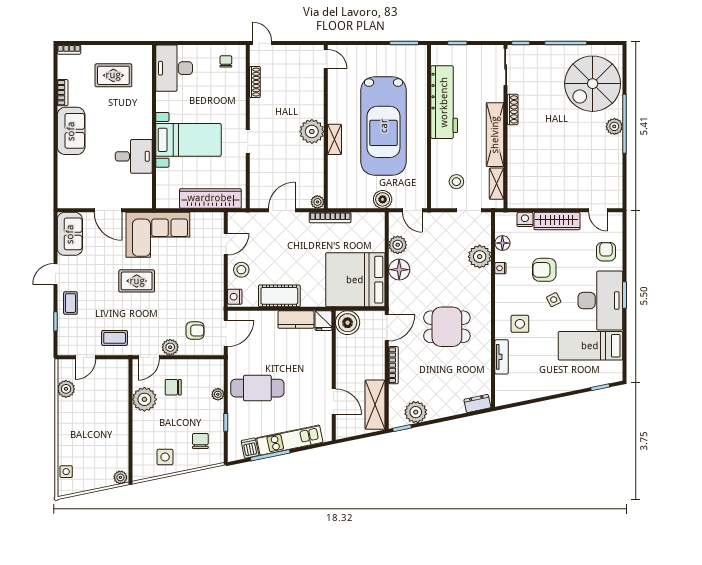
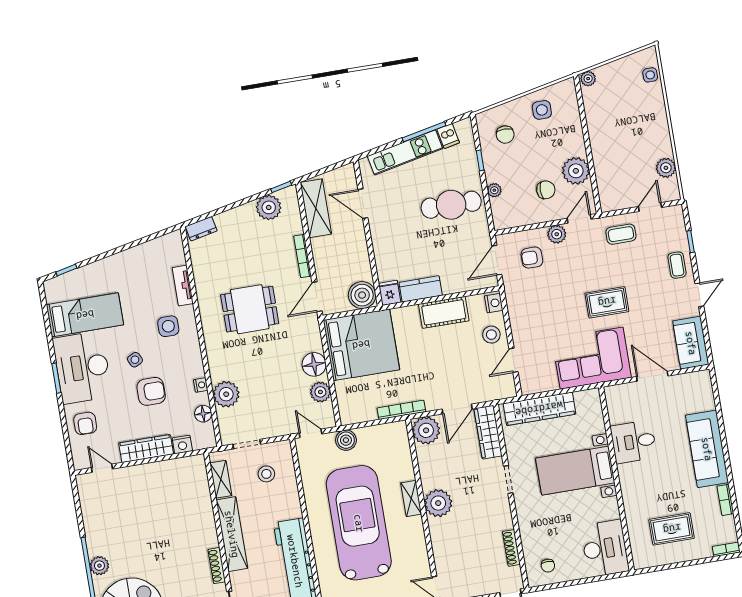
sofa: (71, 131) -> (707, 449), width x1.36
wardrobe: (258, 186) -> (488, 432), added
plant: (317, 202) -> (426, 430), width x1.88, depth x1.88

